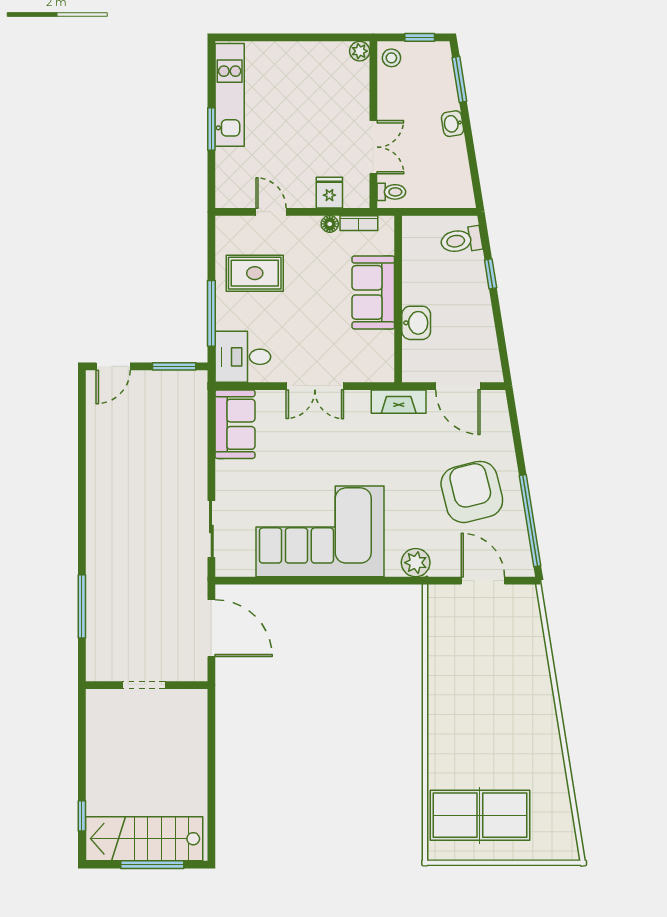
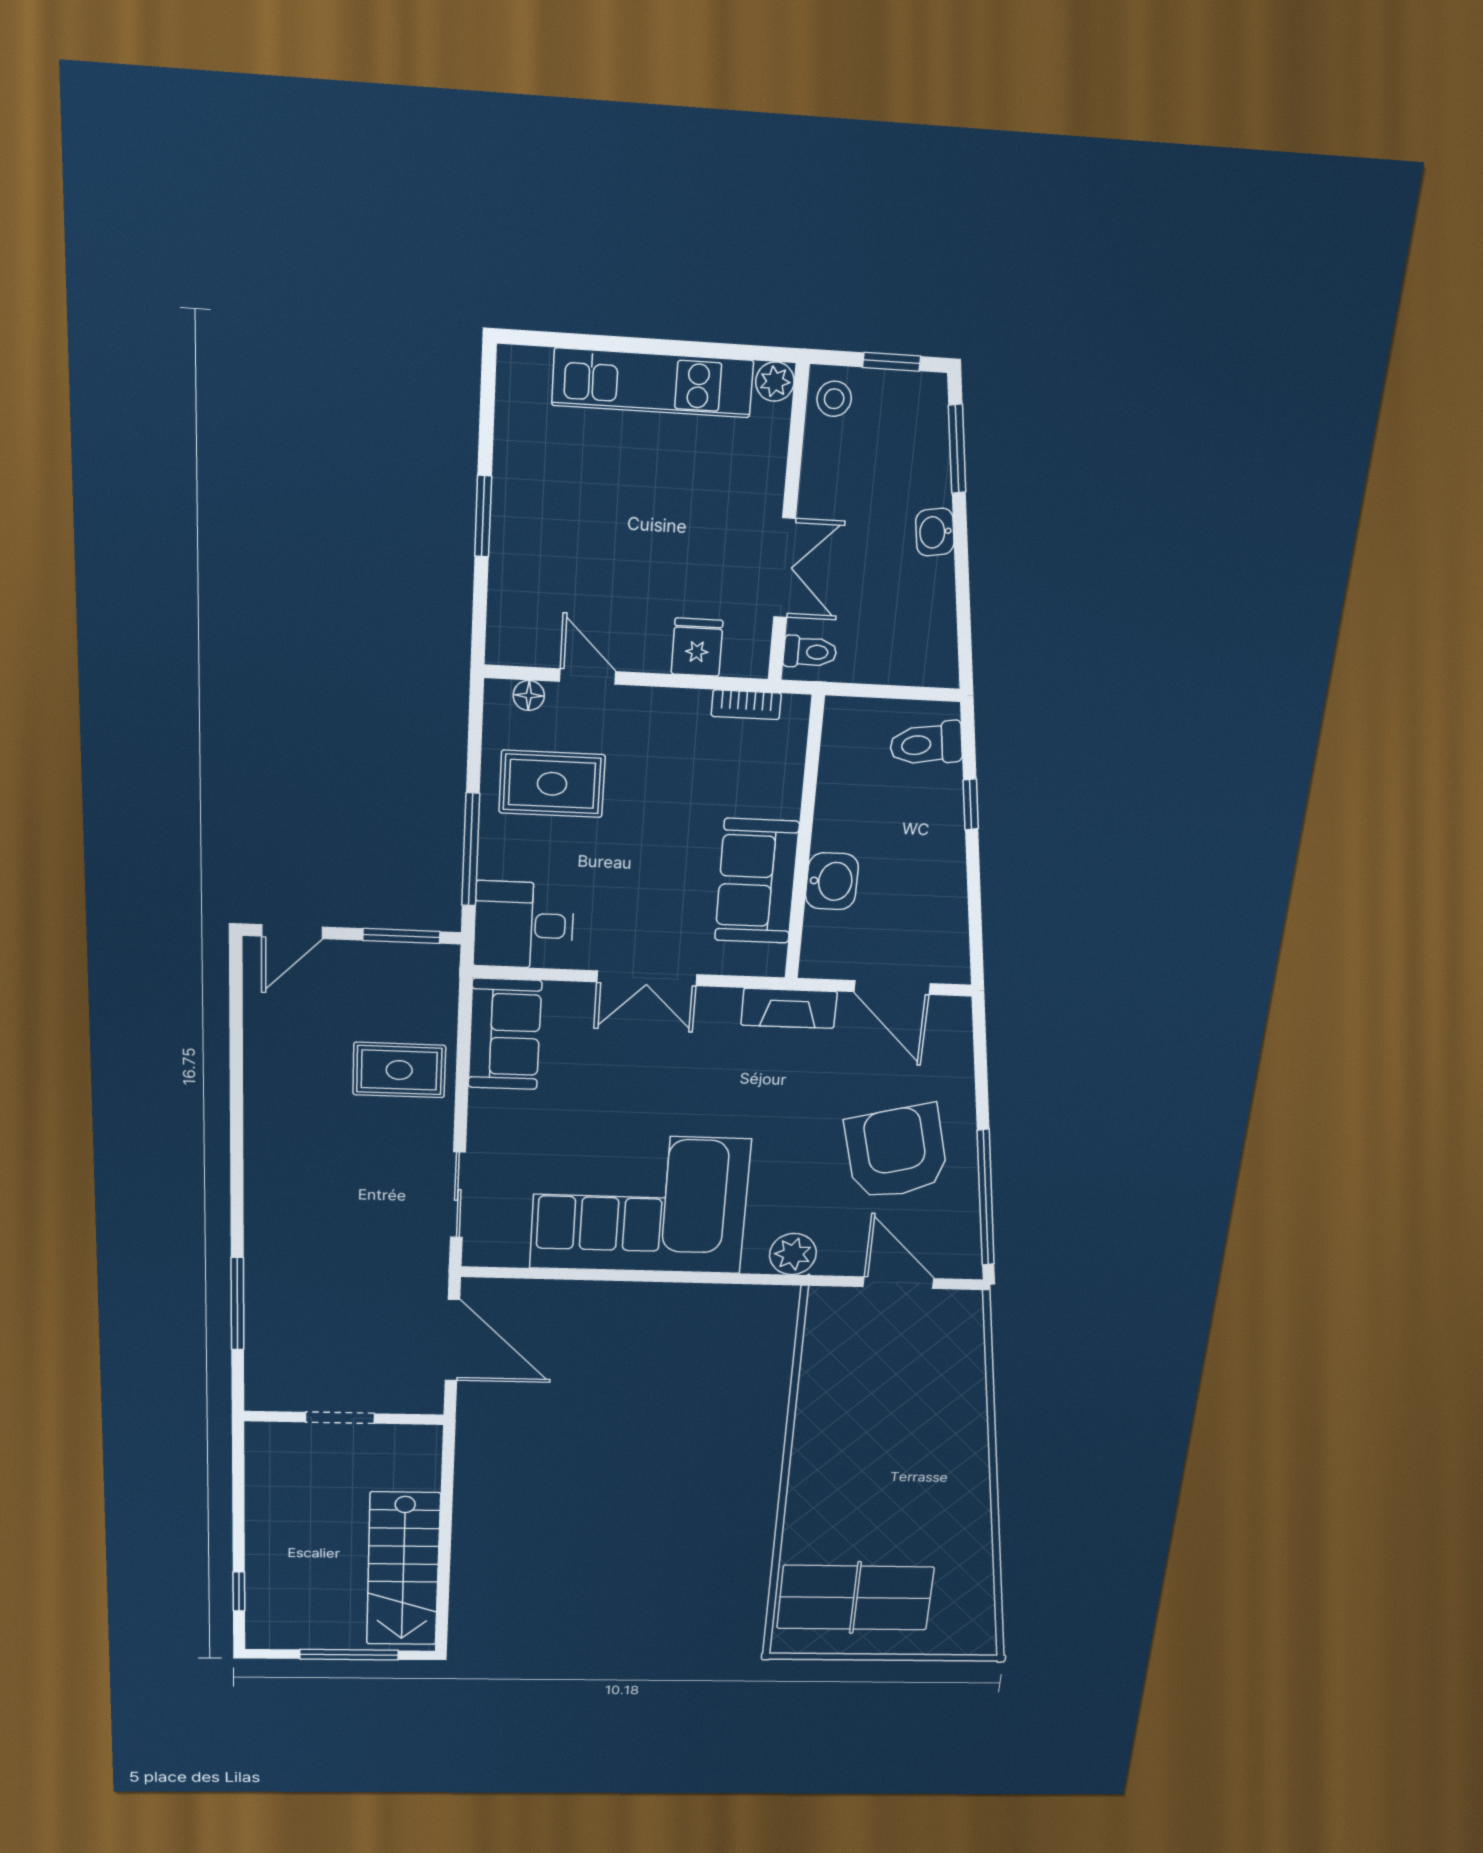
kitchen unit: (230, 95) -> (653, 383), moved, turned 90
floor lamp: (330, 224) -> (529, 695), moved
sofa: (373, 292) -> (757, 881), moved
rug: (175, 449) -> (399, 1070), added
stairs: (144, 839) -> (403, 1569), moved, turned -90

